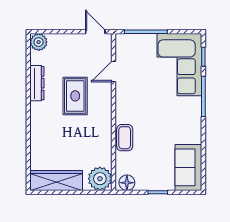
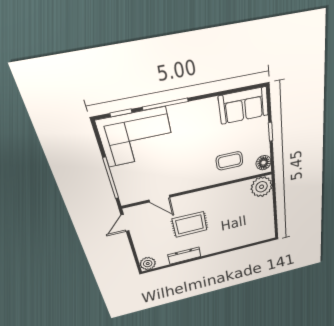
coffee table: (125, 138) -> (229, 161), moved
wardrobe: (56, 180) -> (266, 221), removed

